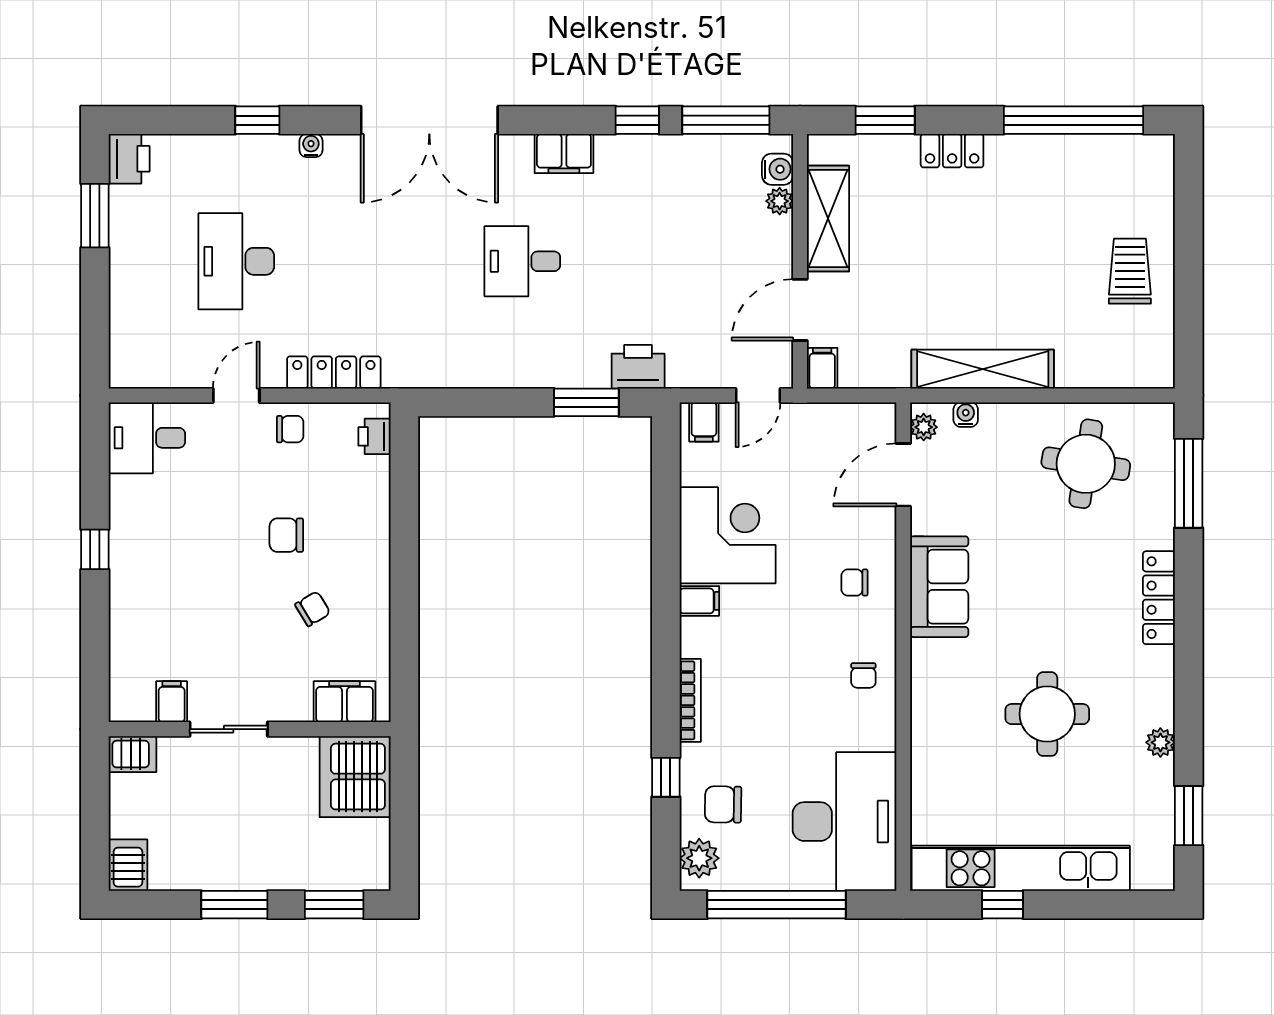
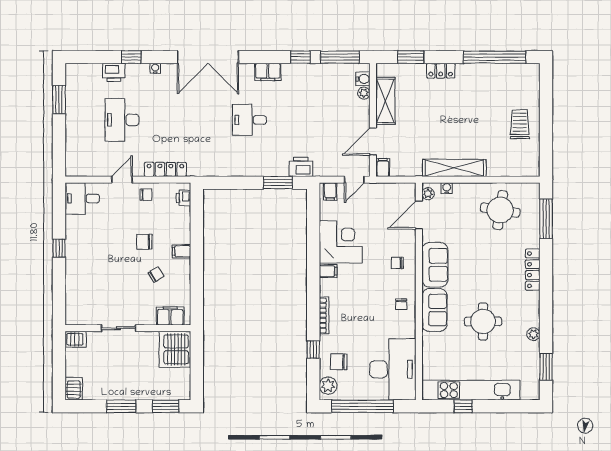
printer: (129, 159) -> (114, 72), moved, turned 90
sofa: (938, 688) -> (434, 310), added
filing cabinet: (172, 702) -> (182, 251), moved, turned -90

